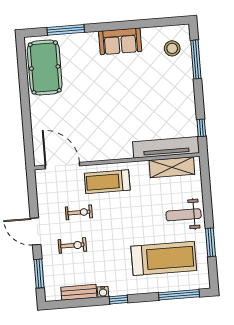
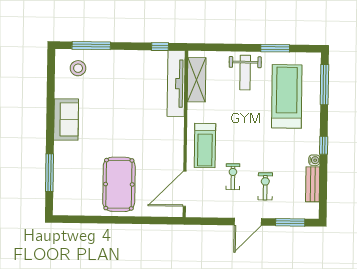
pool table: (45, 67) -> (119, 184), moved, turned 90

